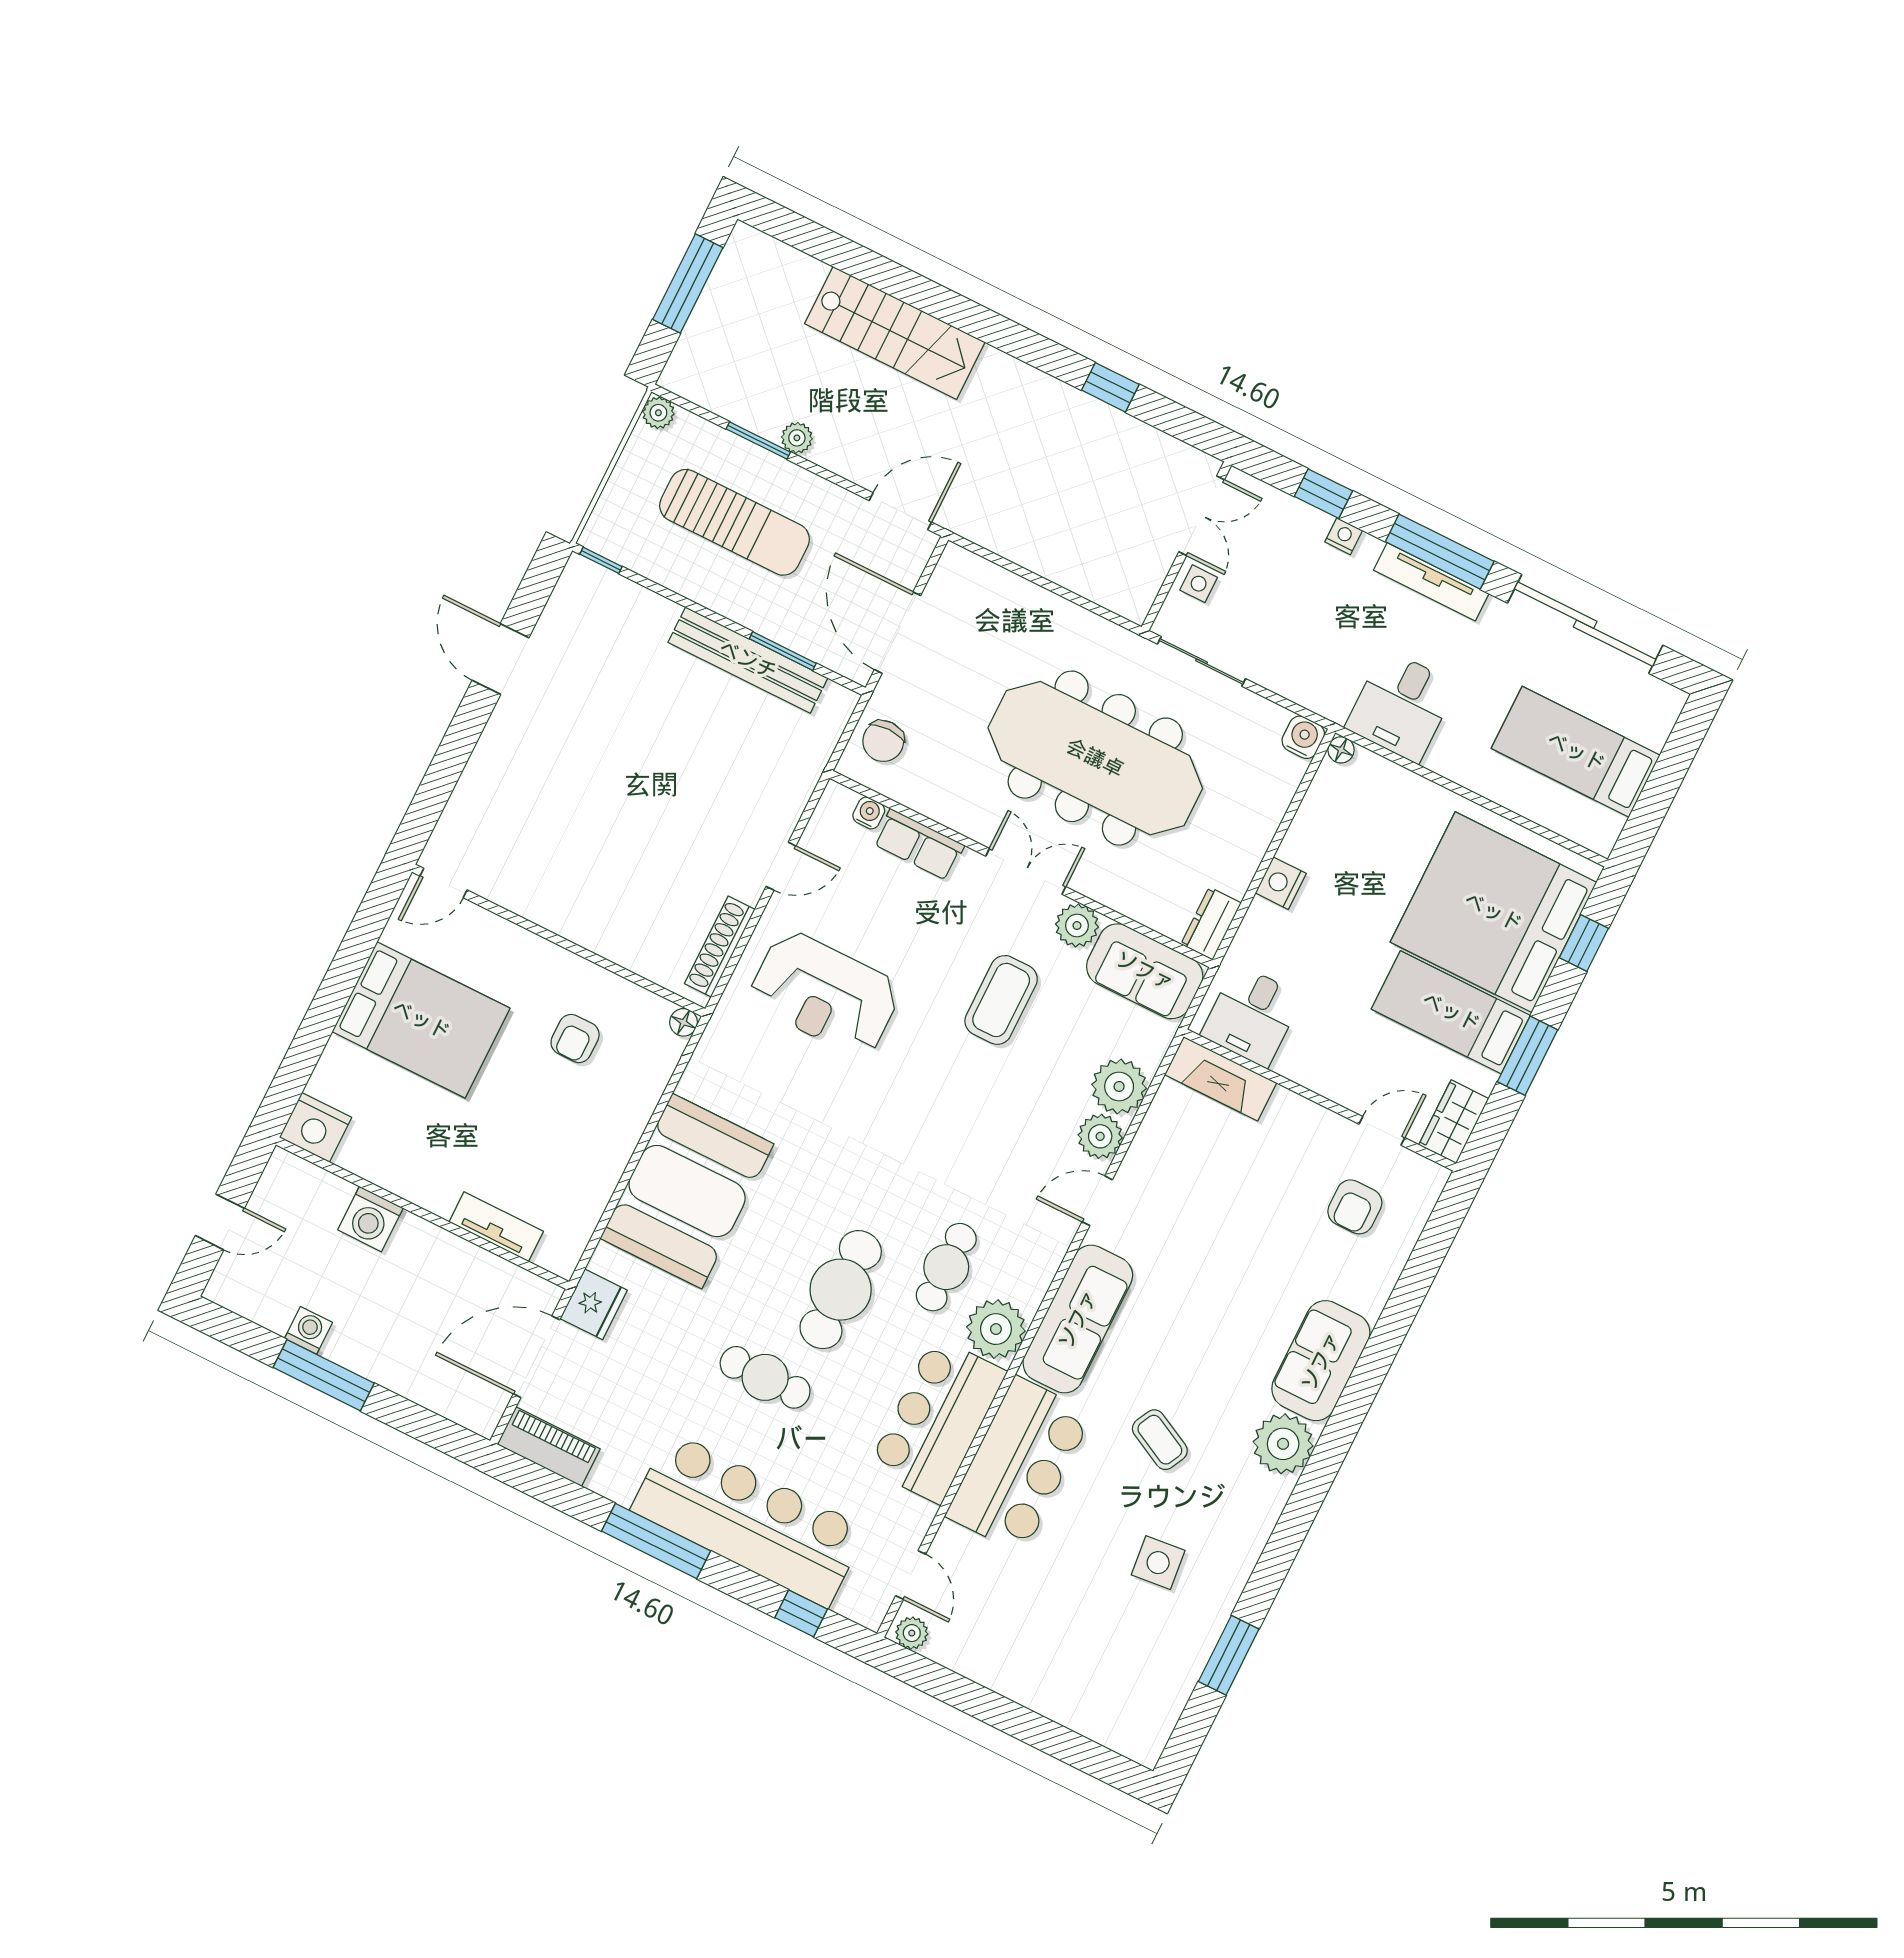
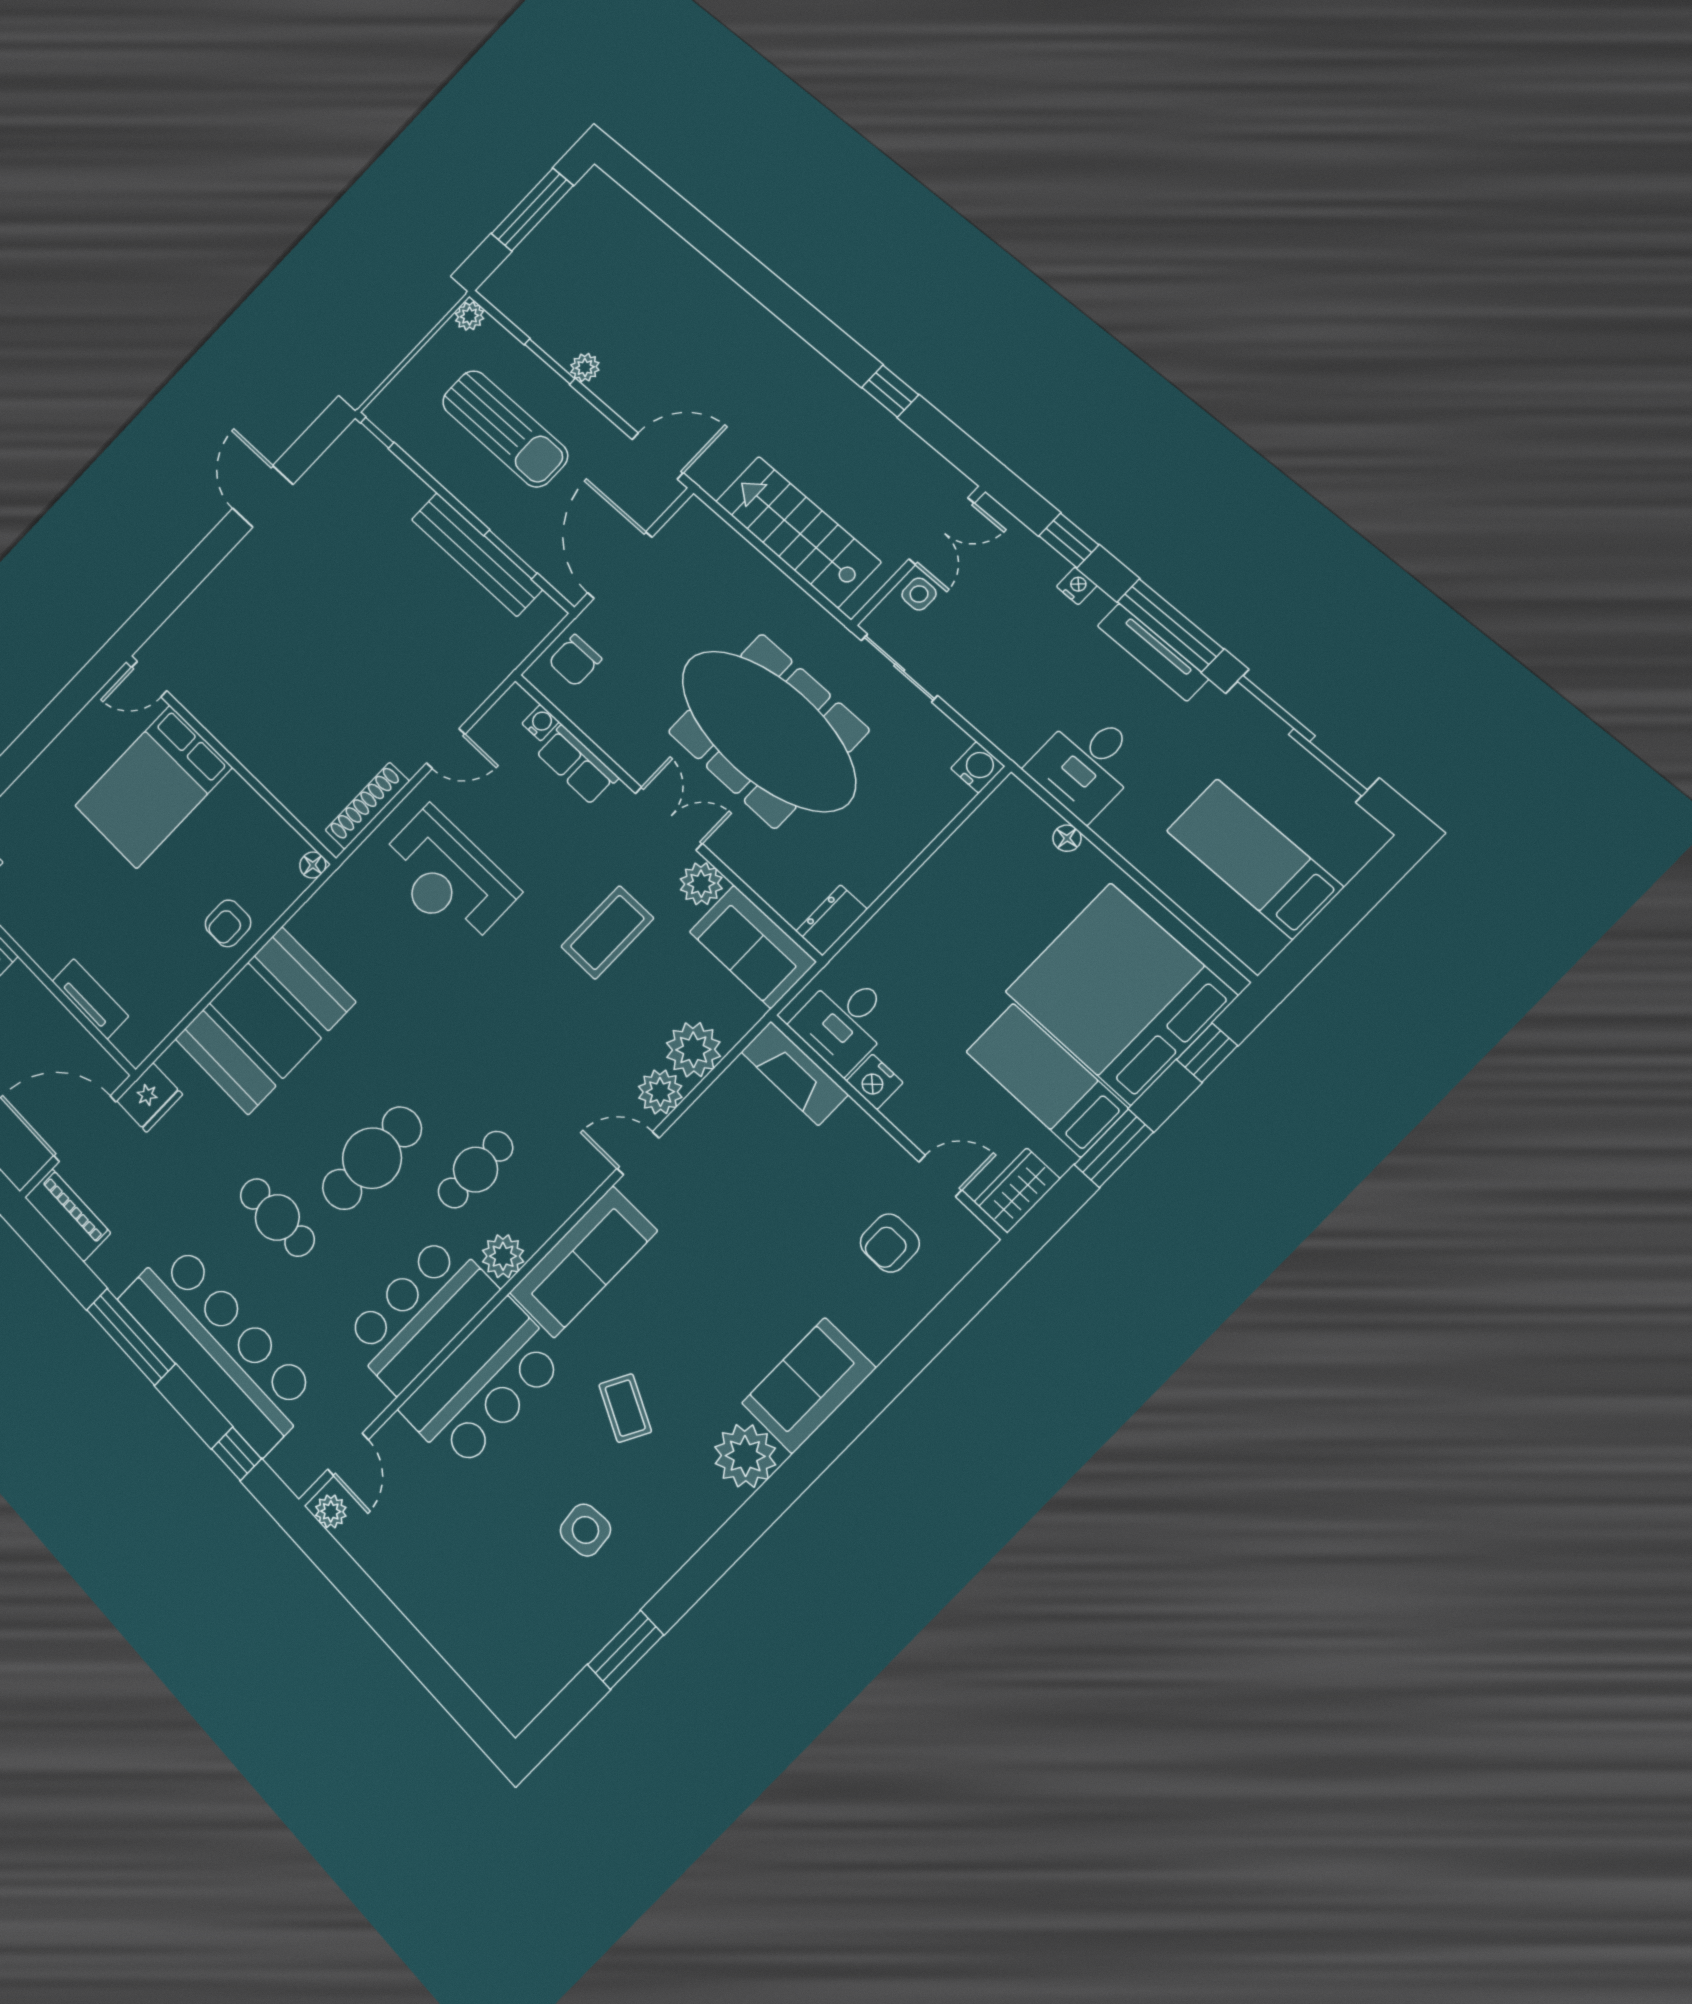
stairs: (895, 333) -> (798, 532), moved, turned 180
floor lamp: (1341, 750) -> (1067, 838), moved
nightstand: (1281, 883) -> (875, 1082), moved, turned -90
bed: (421, 1020) -> (153, 787), moved, turned 90
armchair: (575, 1038) -> (228, 923), moved
plant: (996, 1329) -> (503, 1256), width x0.73, depth x0.73

